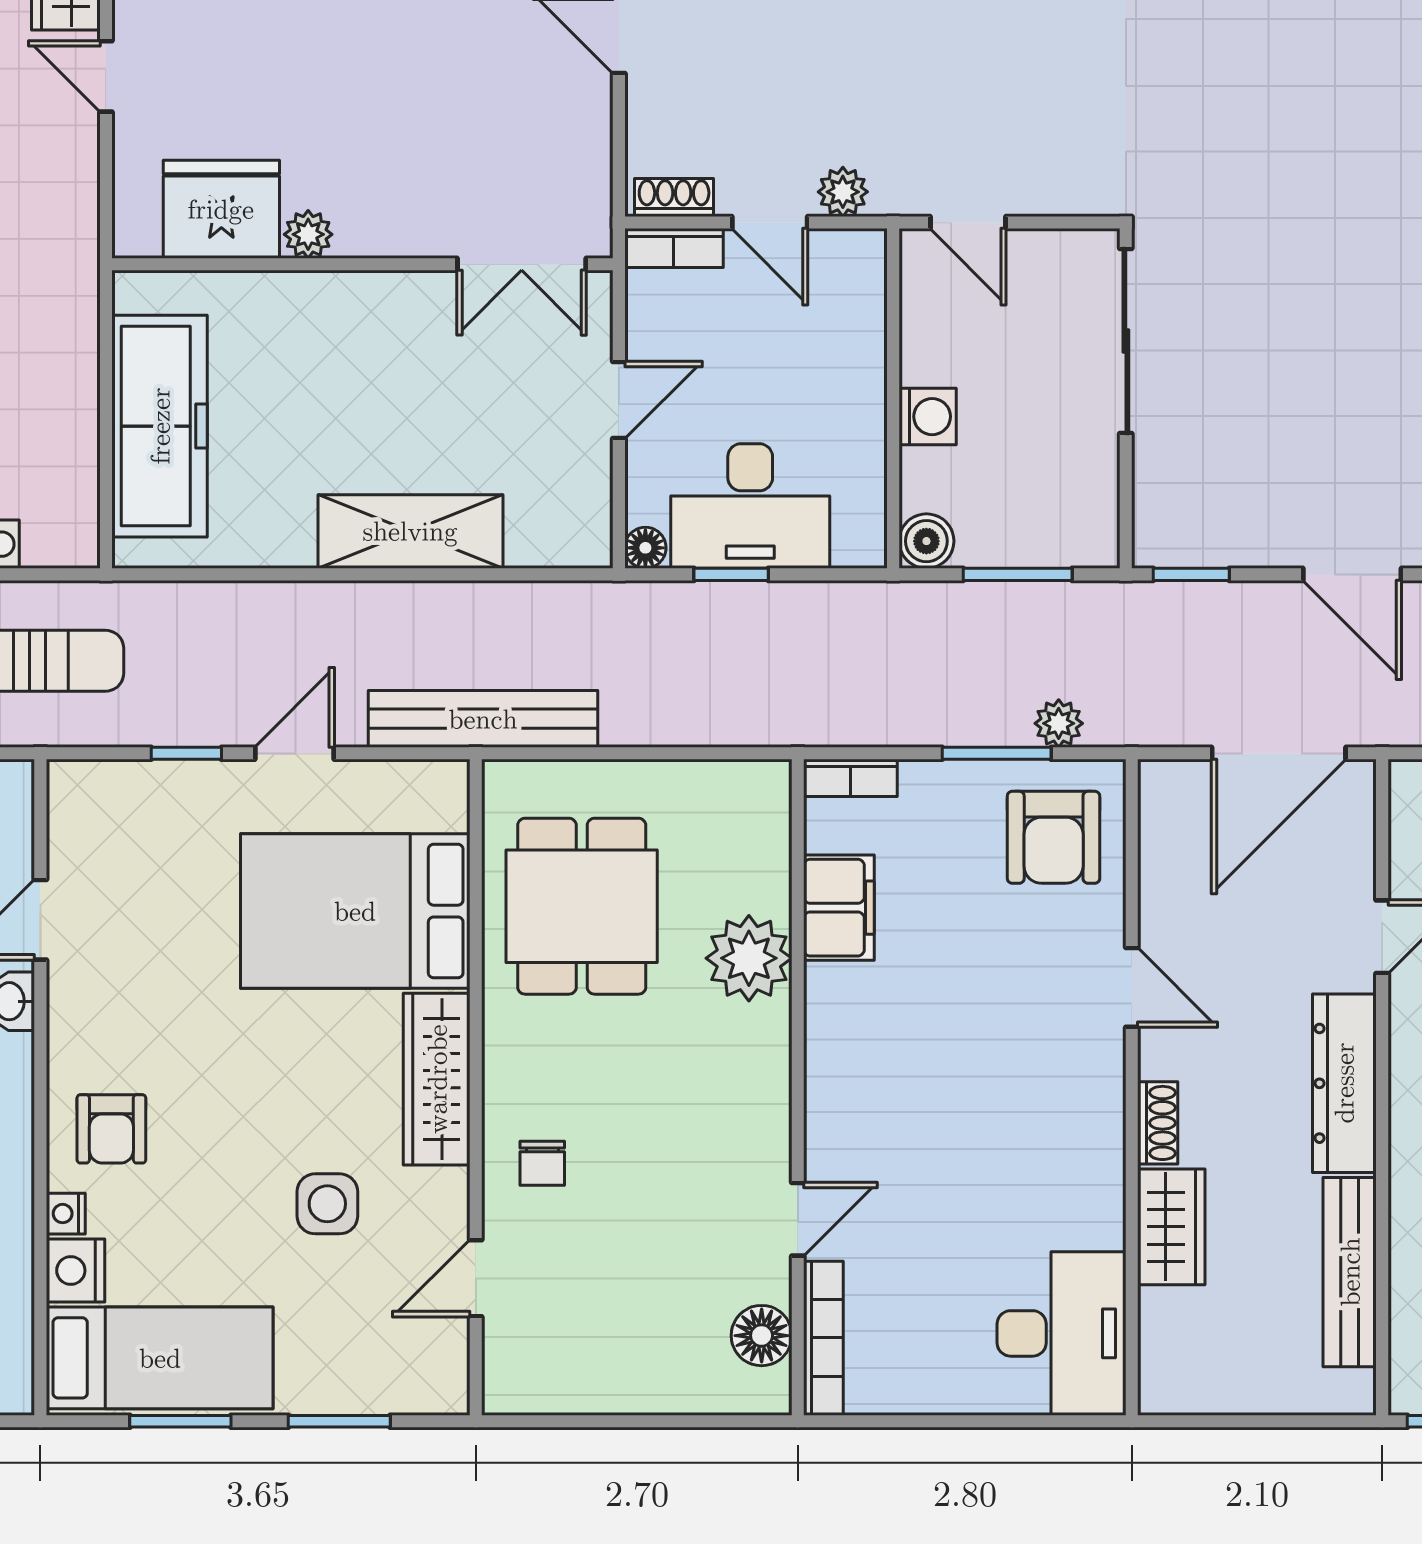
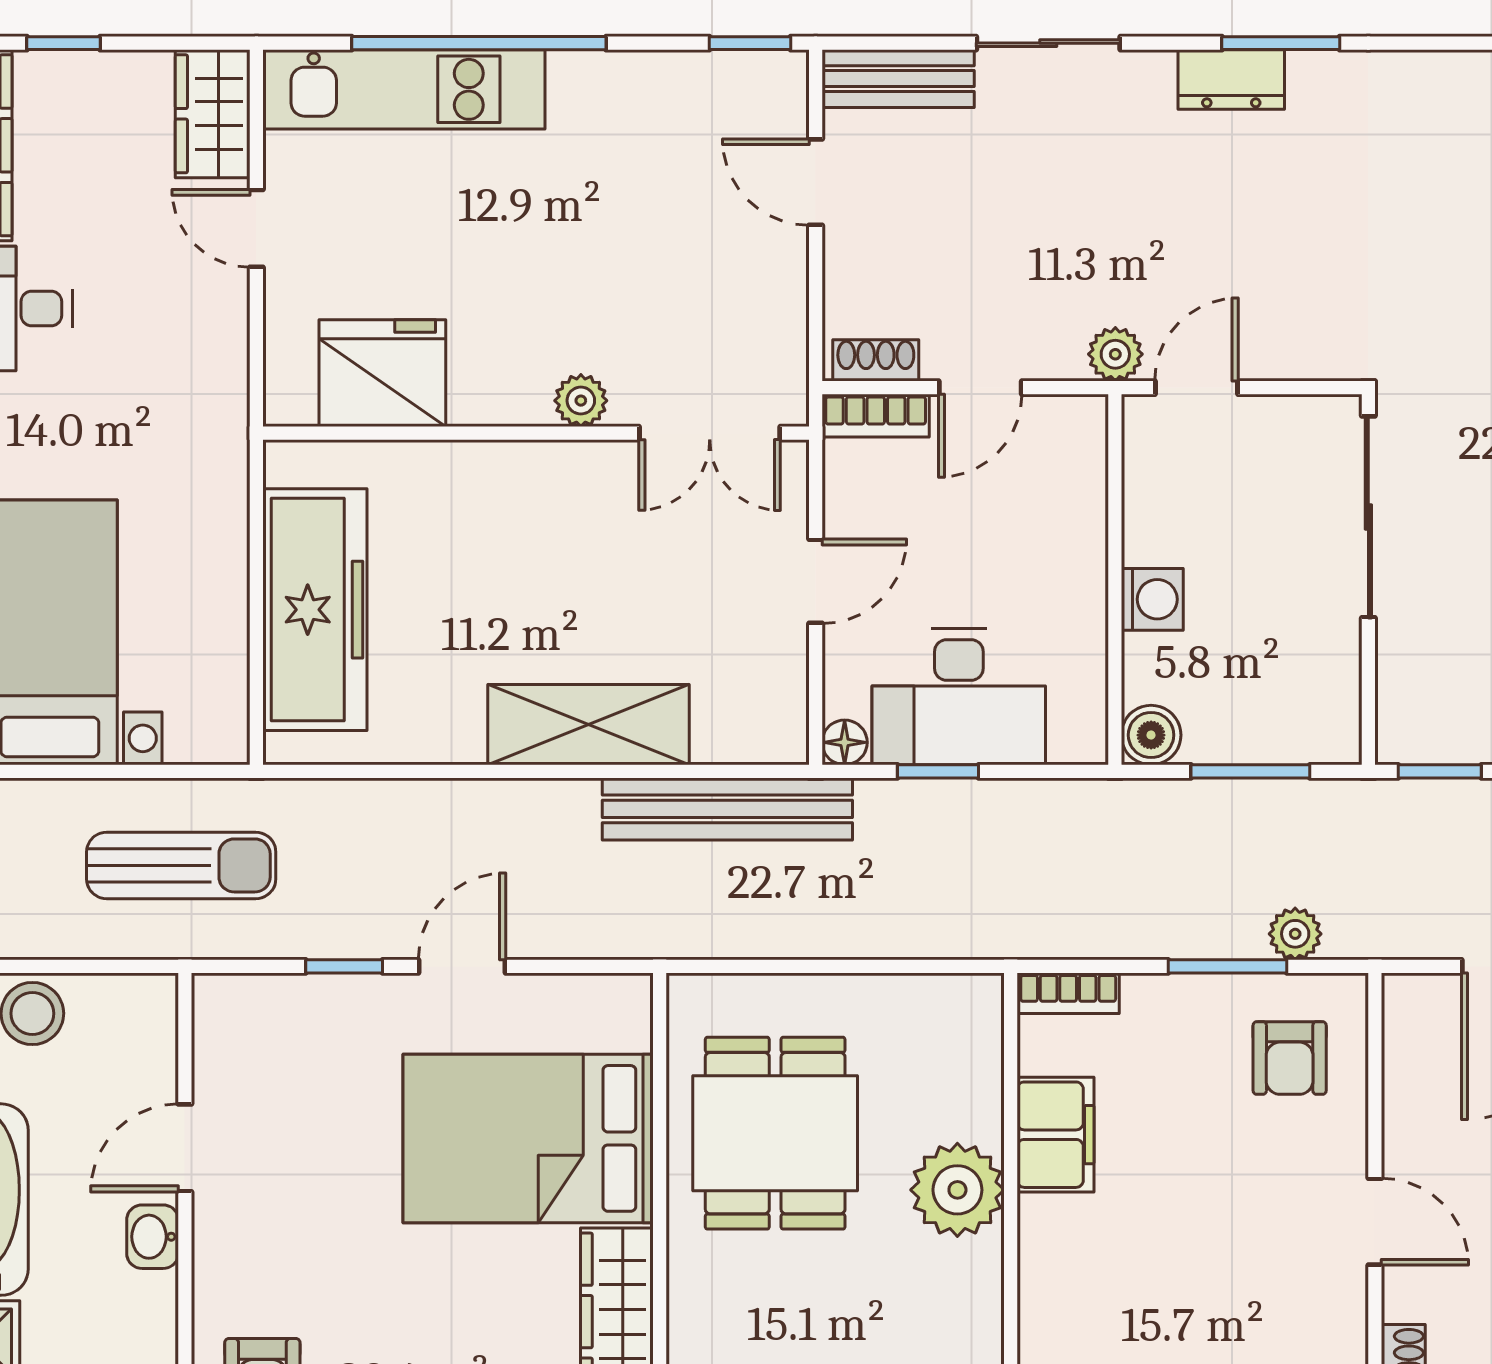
plant: (843, 192) -> (1115, 354), moved
door: (770, 222) -> (980, 388), hinge flipped
door: (968, 222) -> (1196, 388), swing flipped
plant: (308, 234) -> (581, 401), moved
bench: (483, 719) -> (727, 809), moved
armchair: (1054, 837) -> (1290, 1058), width x0.72, depth x0.72

